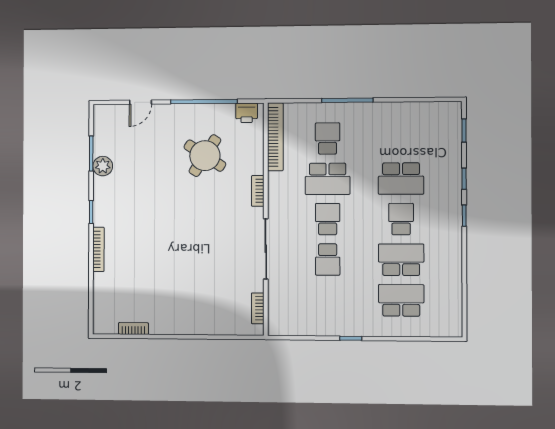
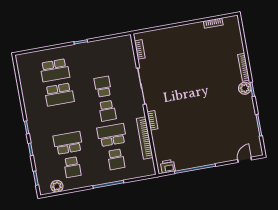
door: (140, 102) -> (245, 160), moved
plant: (432, 111) -> (57, 186), added
bookcase: (275, 137) -> (145, 138), moved
round table: (205, 156) -> (188, 136), removed
plant: (103, 166) -> (245, 88), moved
school desk: (401, 219) -> (72, 167), moved

